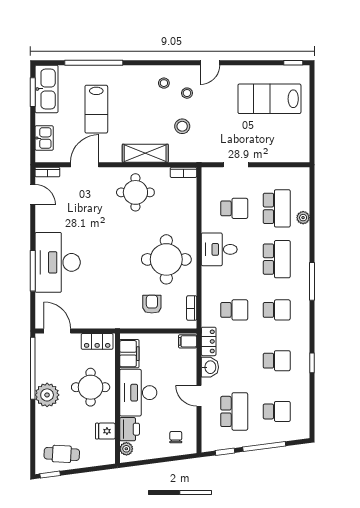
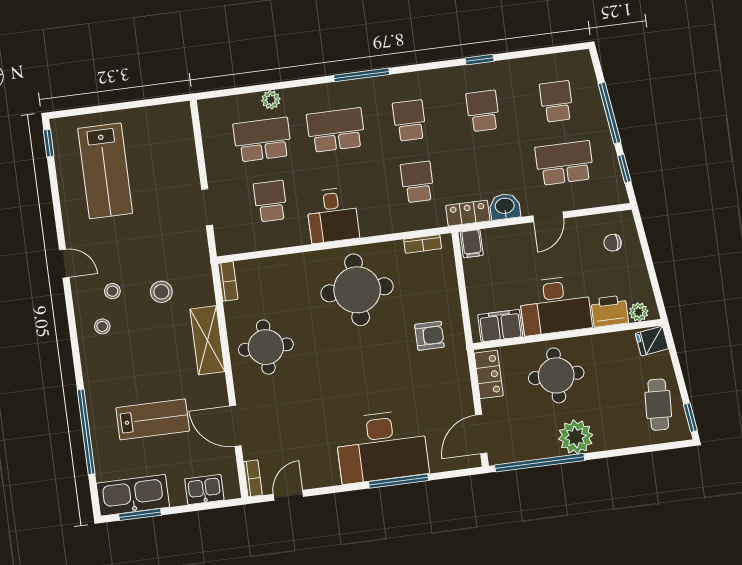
armchair: (152, 304) -> (429, 336), moved, turned 180
fridge: (105, 431) -> (652, 341), moved, turned 83

